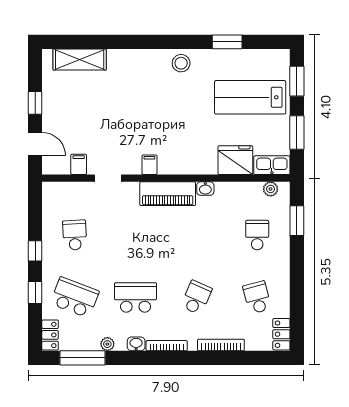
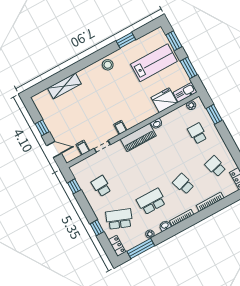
shelving: (80, 60) -> (64, 86), moved
lab bench: (250, 97) -> (154, 63), turned 180
window: (35, 251) -> (74, 186), moved
school desk: (196, 297) -> (183, 184), turned -42

